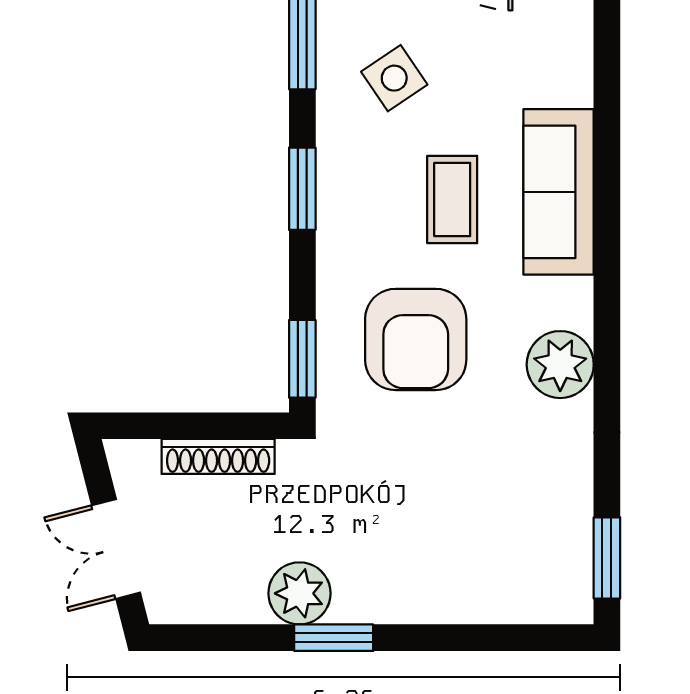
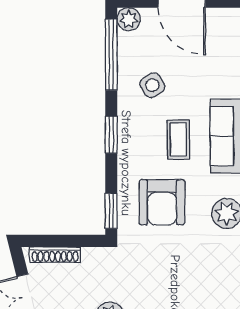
shoe rack: (218, 456) -> (55, 255), moved

